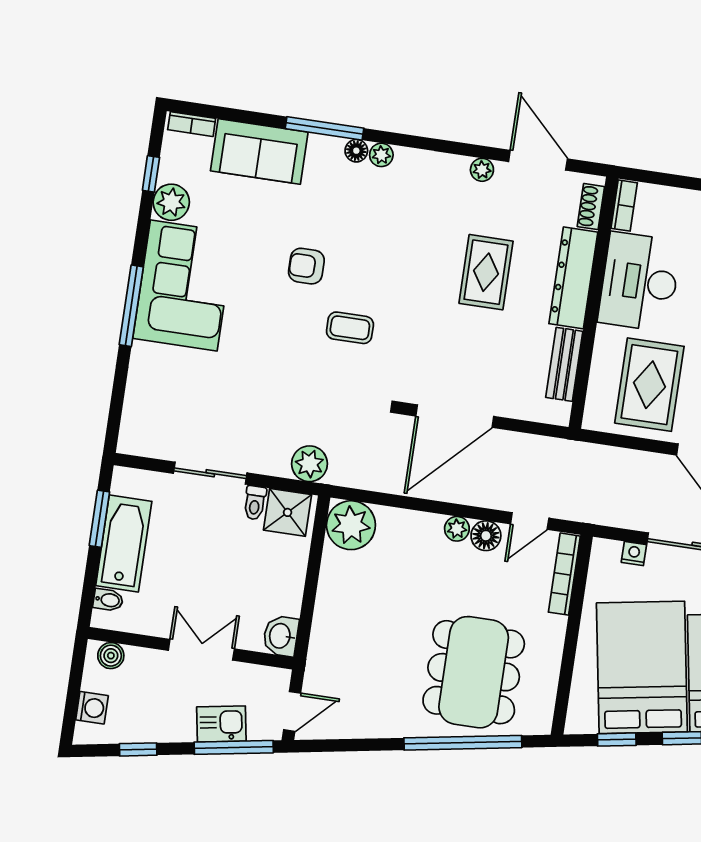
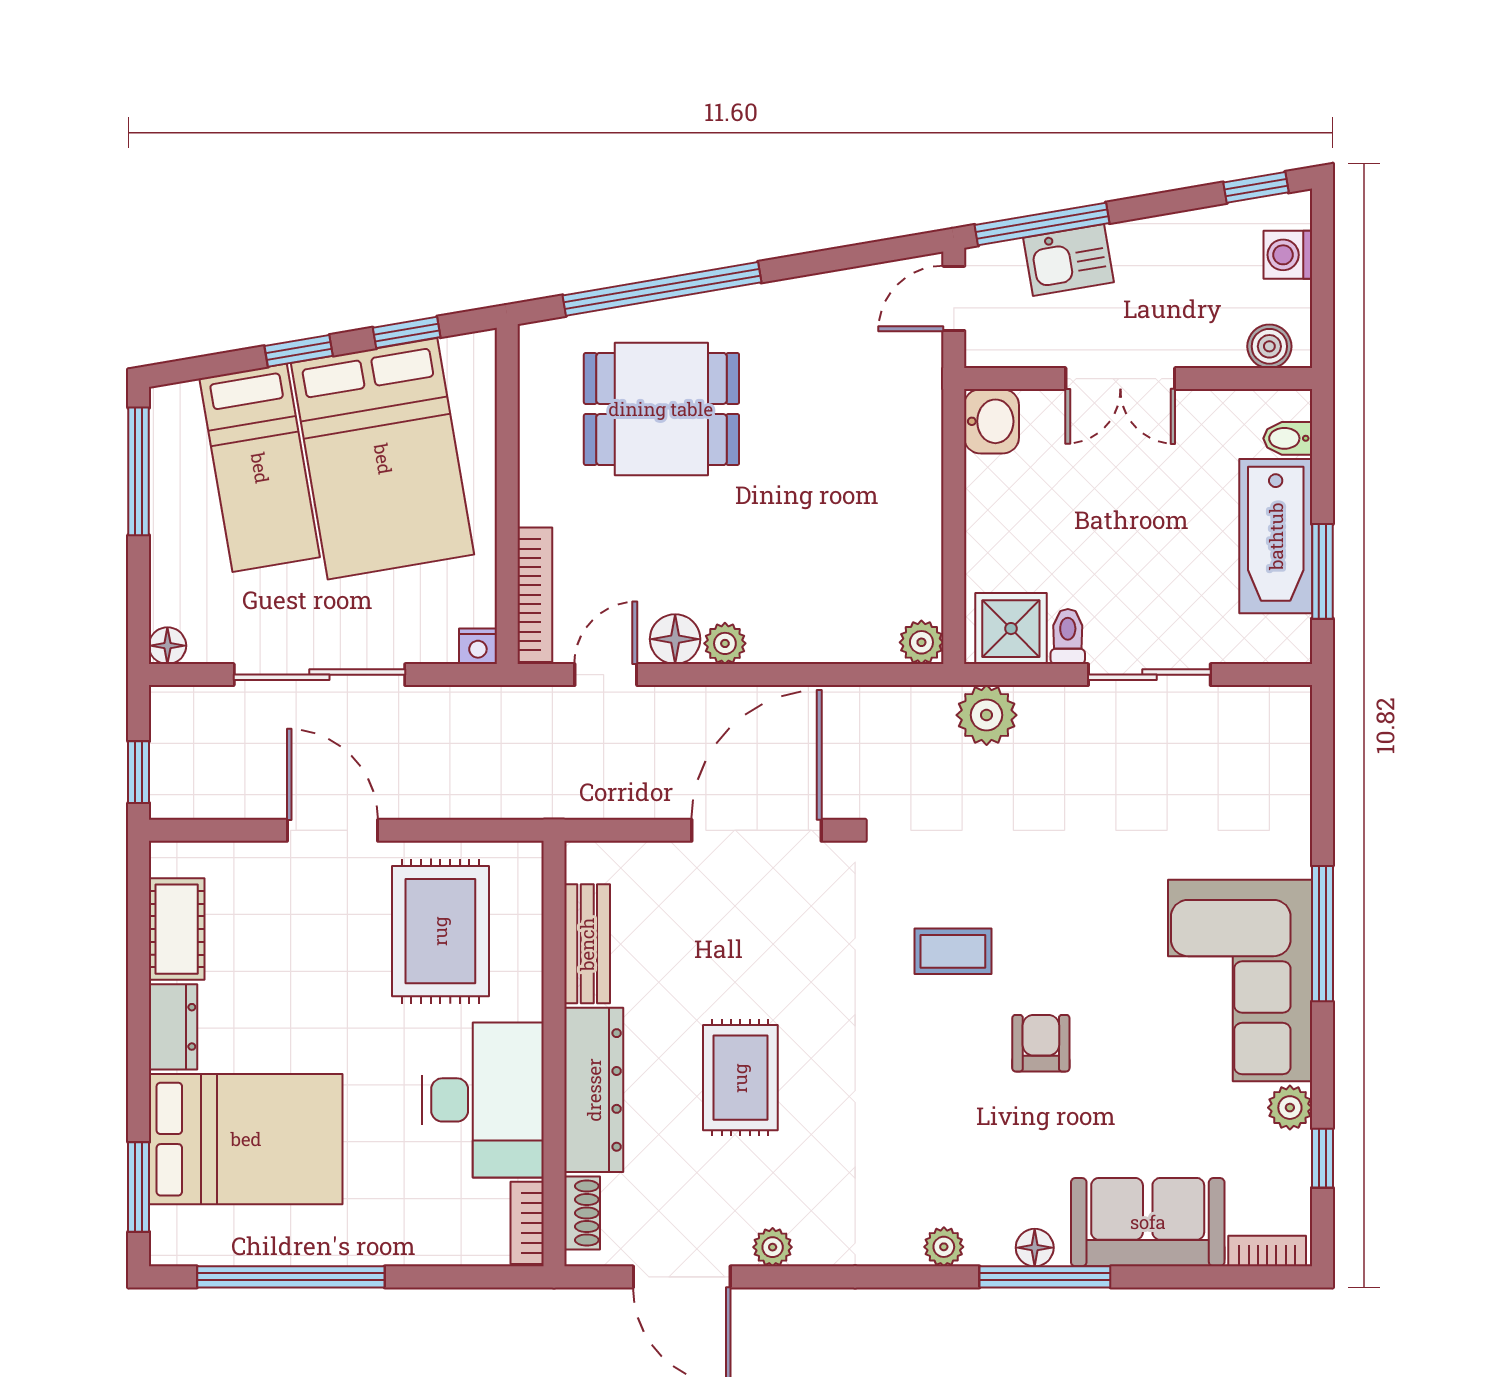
floor lamp: (356, 151) -> (1035, 1248), moved
plant: (171, 202) -> (1290, 1108), width x0.73, depth x0.73
armchair: (306, 266) -> (1041, 1043), turned -90
plant: (351, 525) -> (921, 642), width x0.53, depth x0.53
nightstand: (634, 554) -> (478, 646), moved
dining table: (474, 672) -> (661, 409), width x0.73
window: (138, 749) -> (1256, 187), moved

